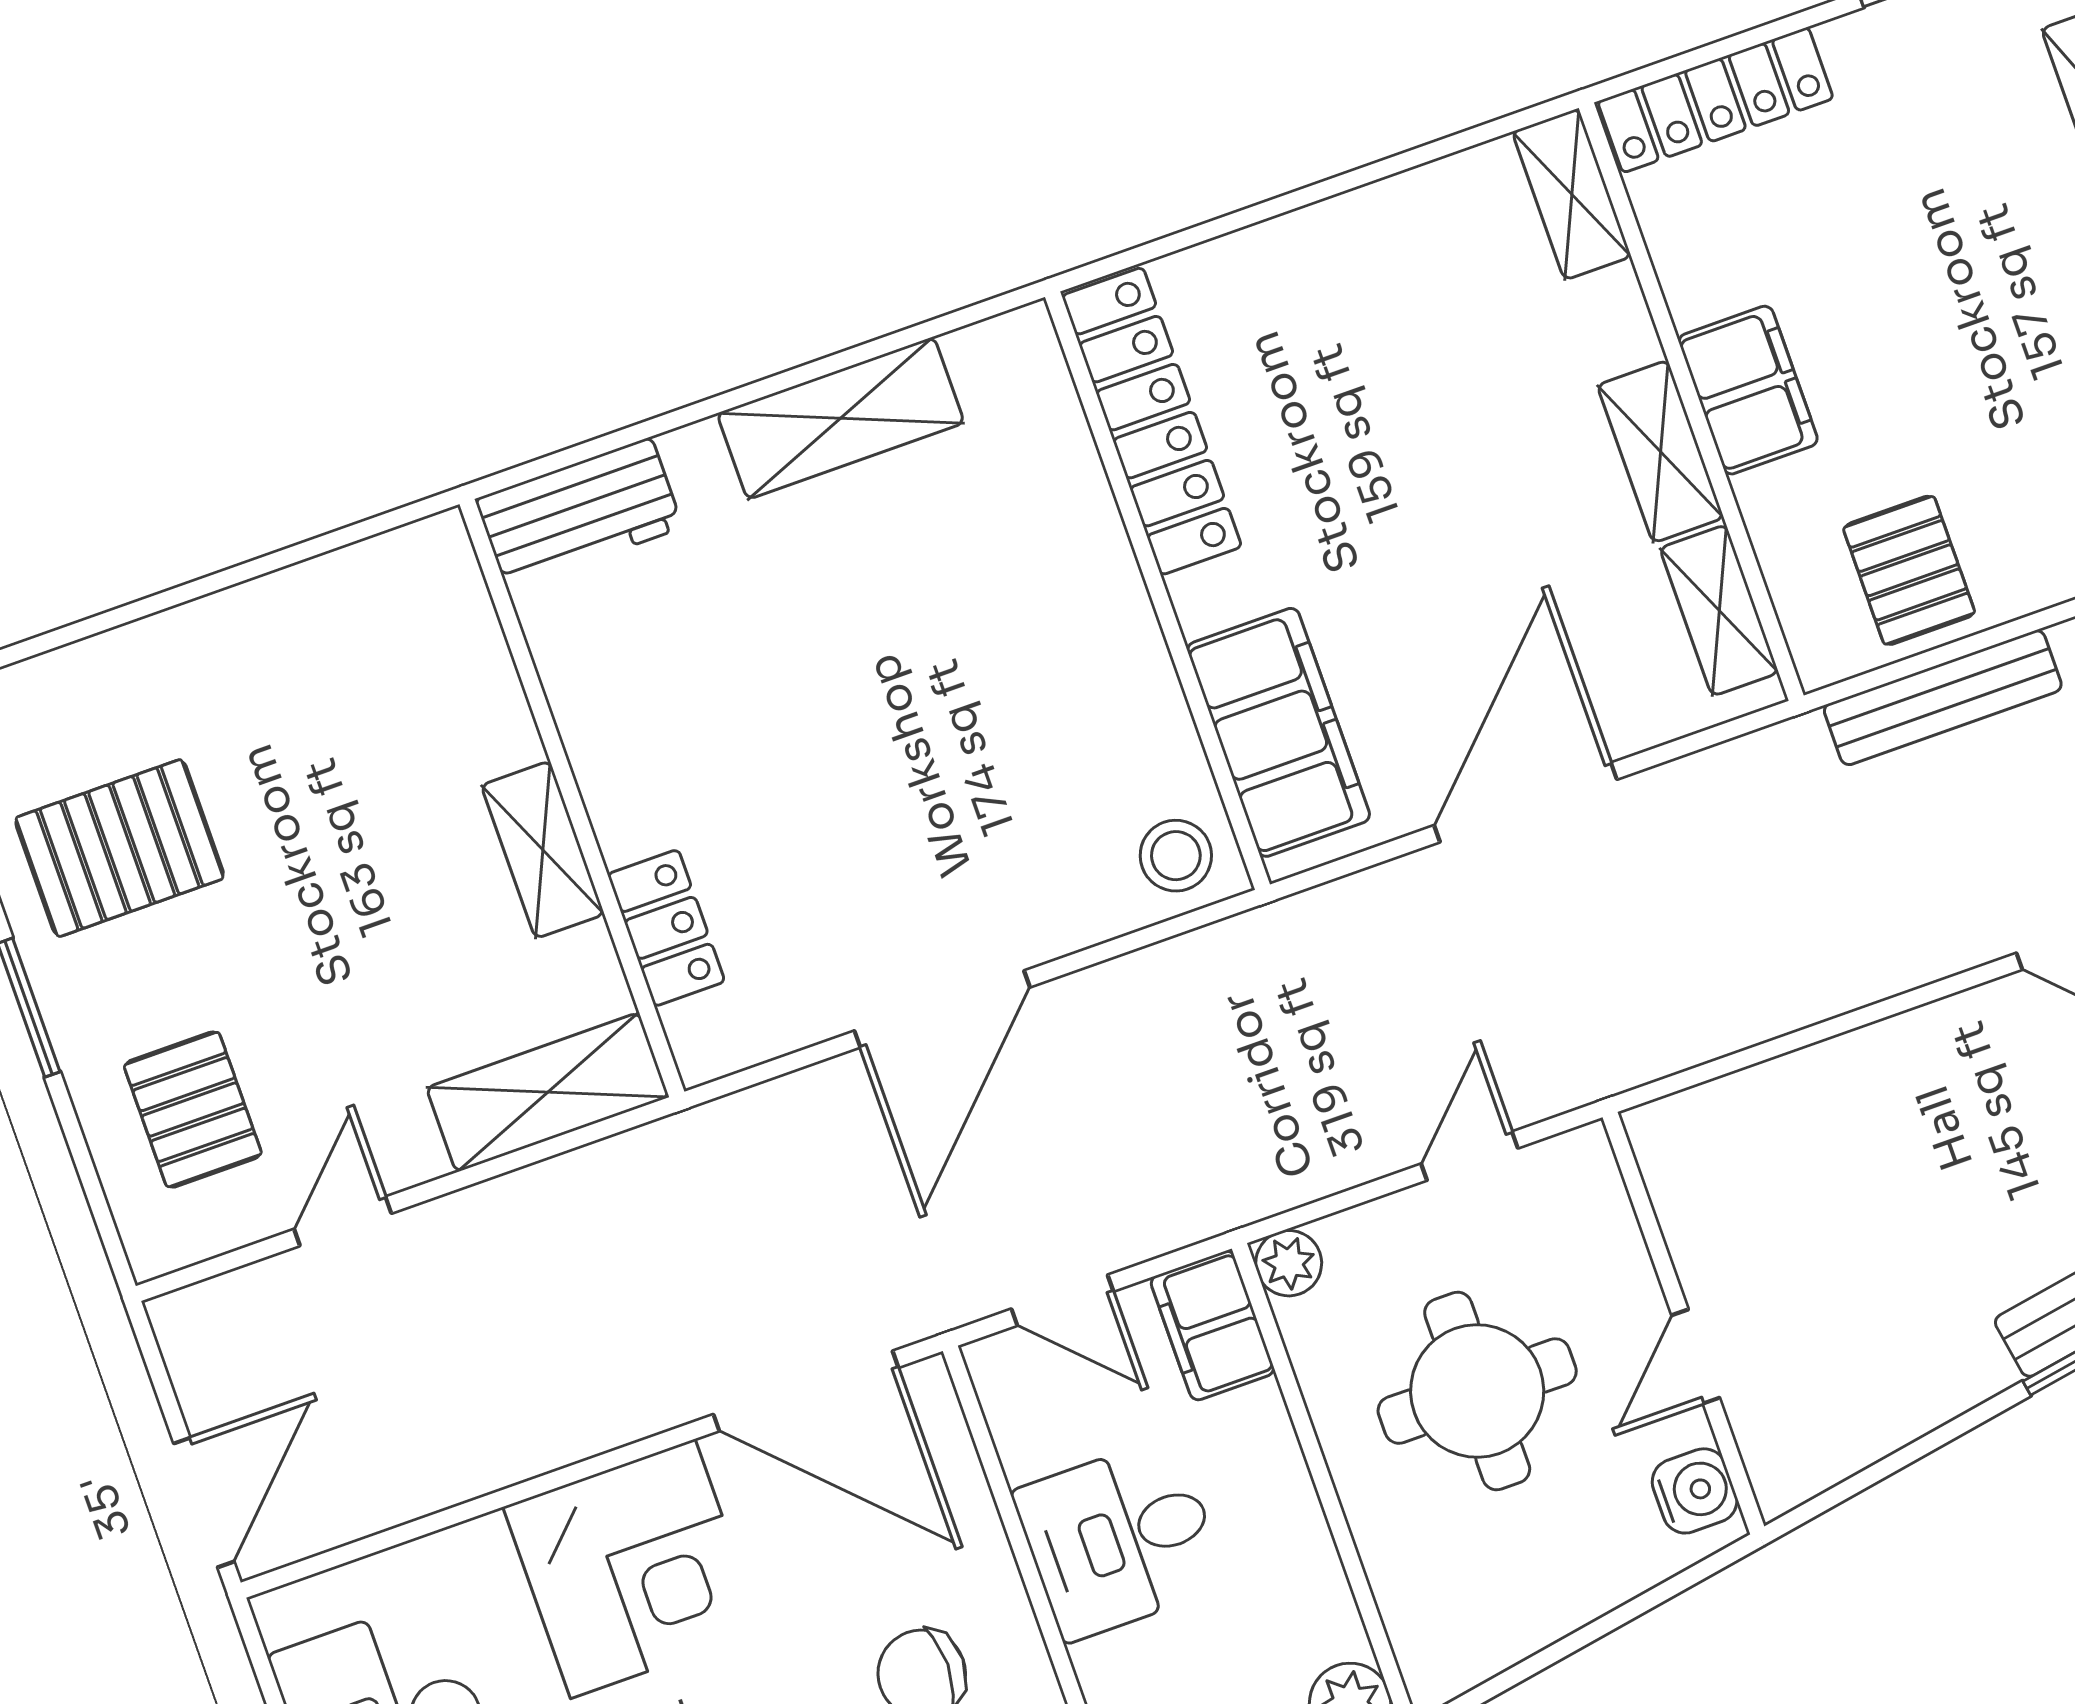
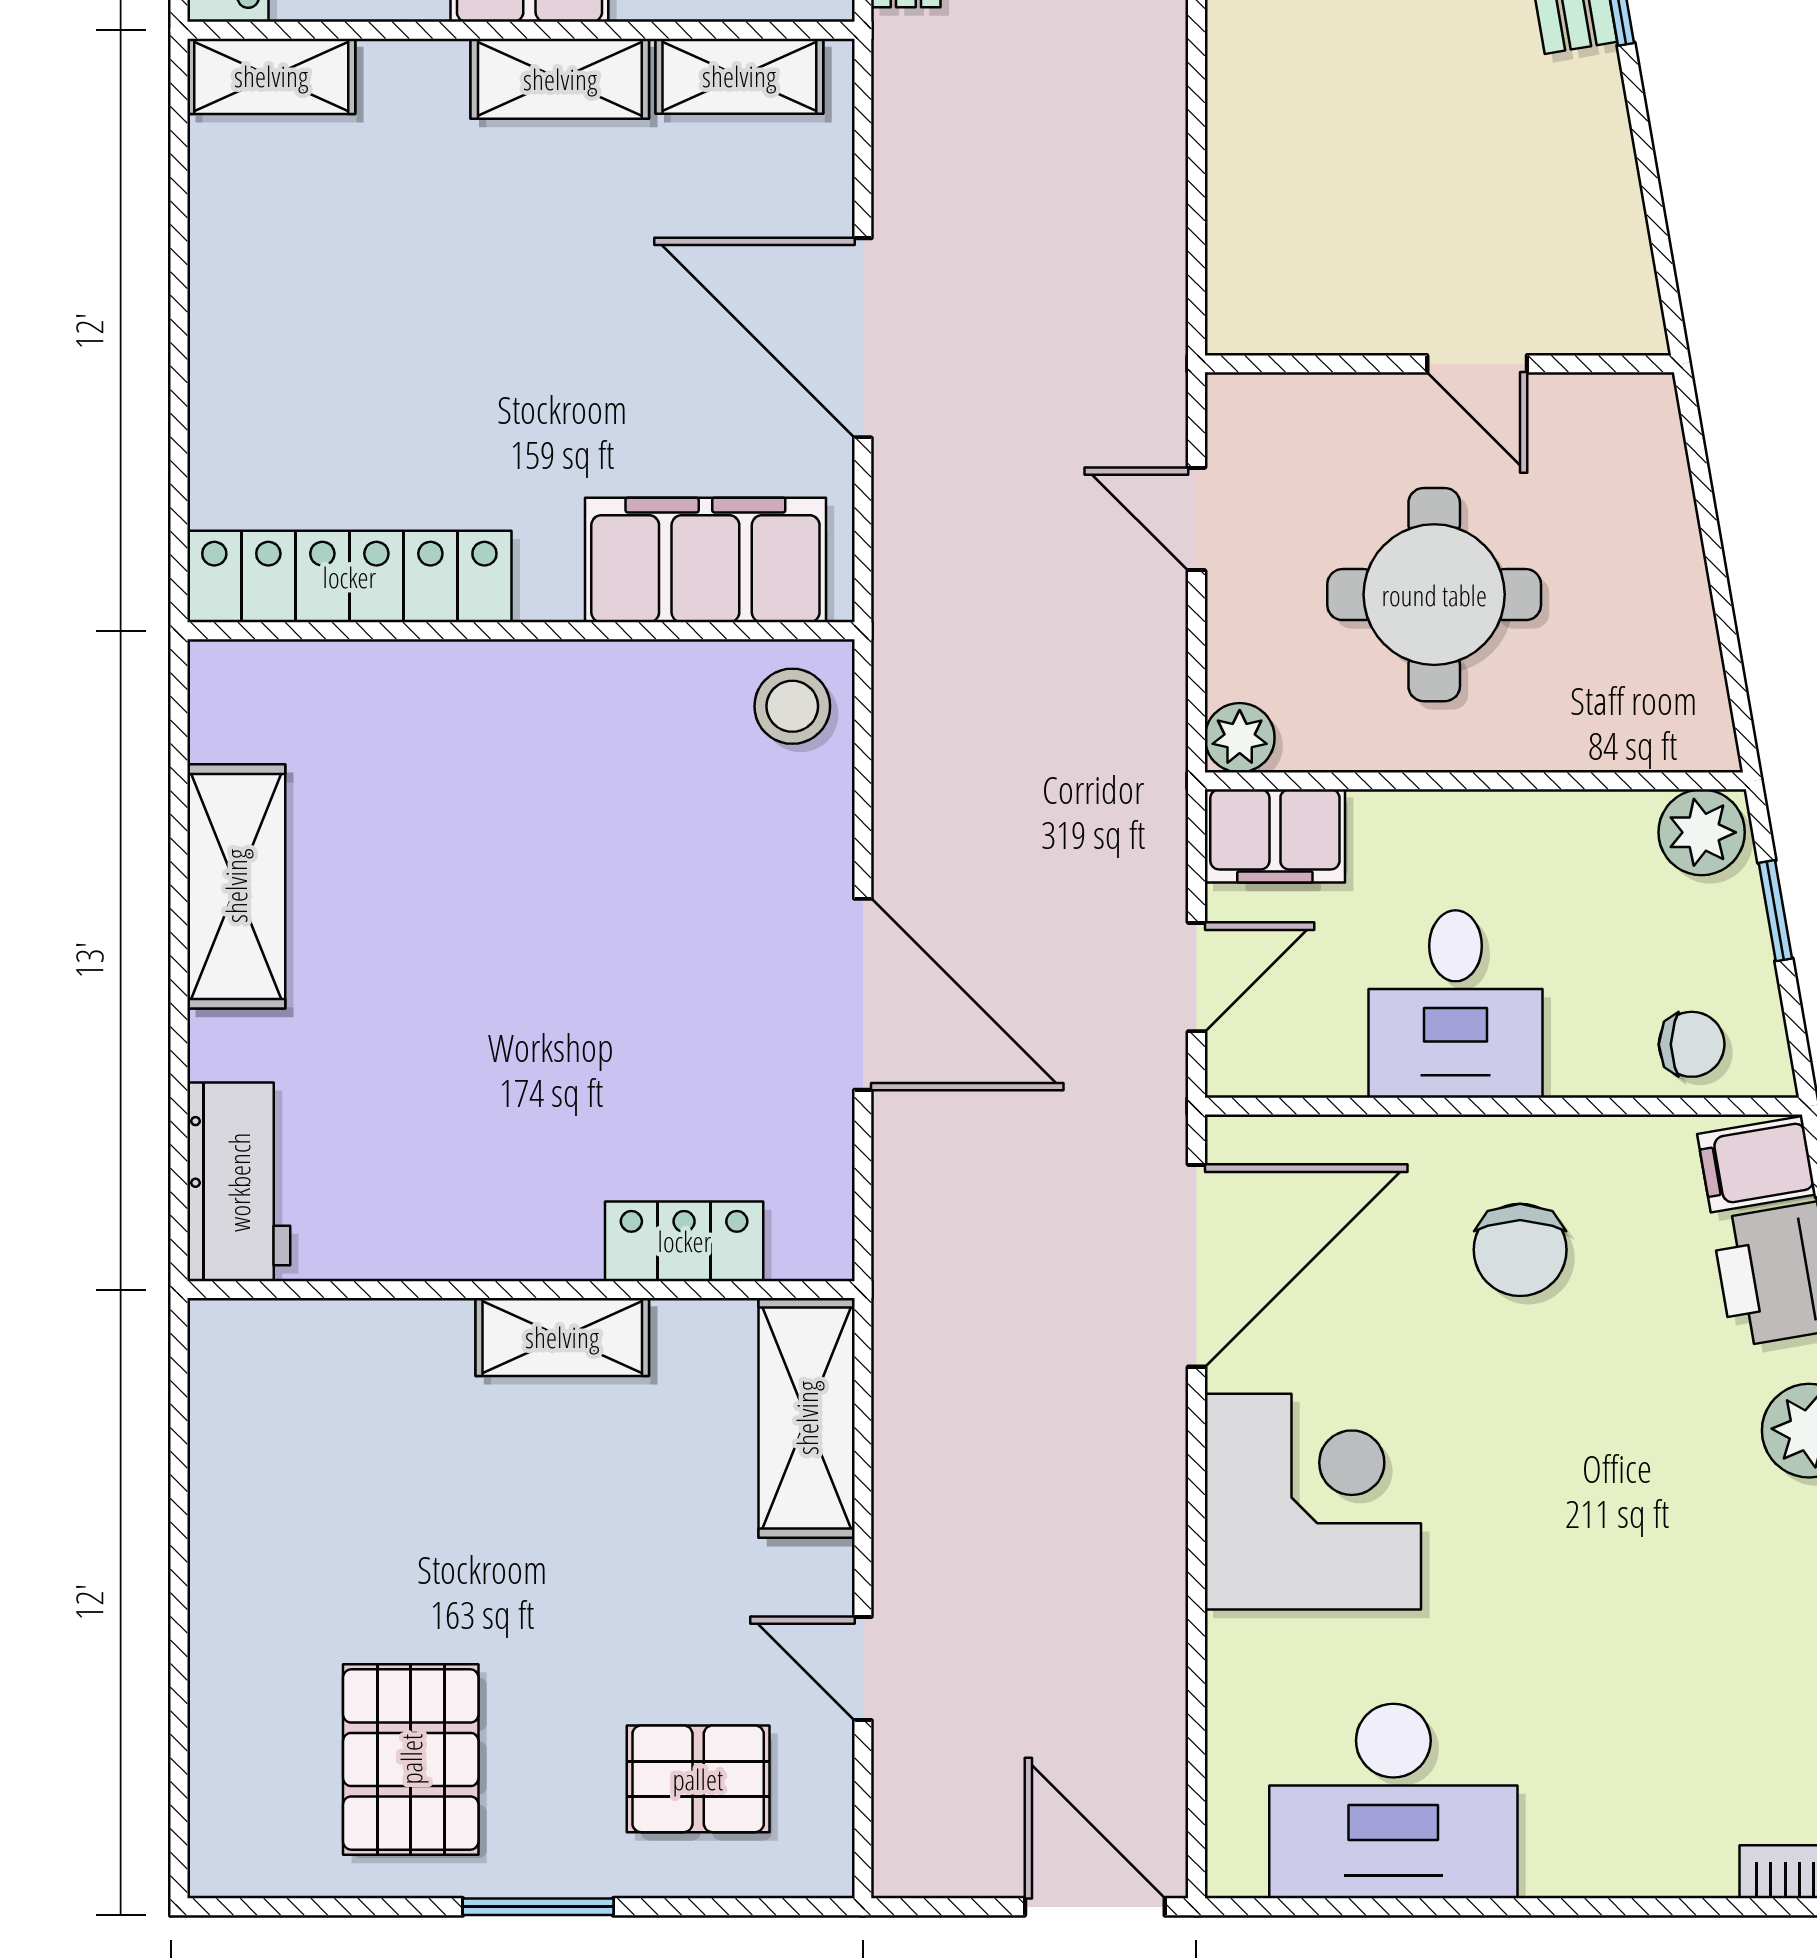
water cooler: (1695, 1491) -> (1611, 413), removed

